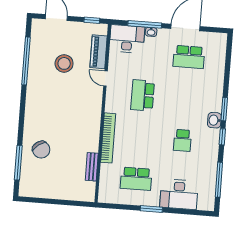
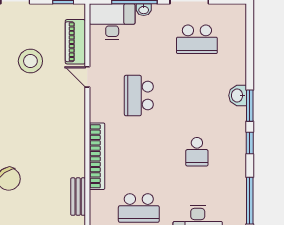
washbasin: (214, 120) -> (238, 95), moved

